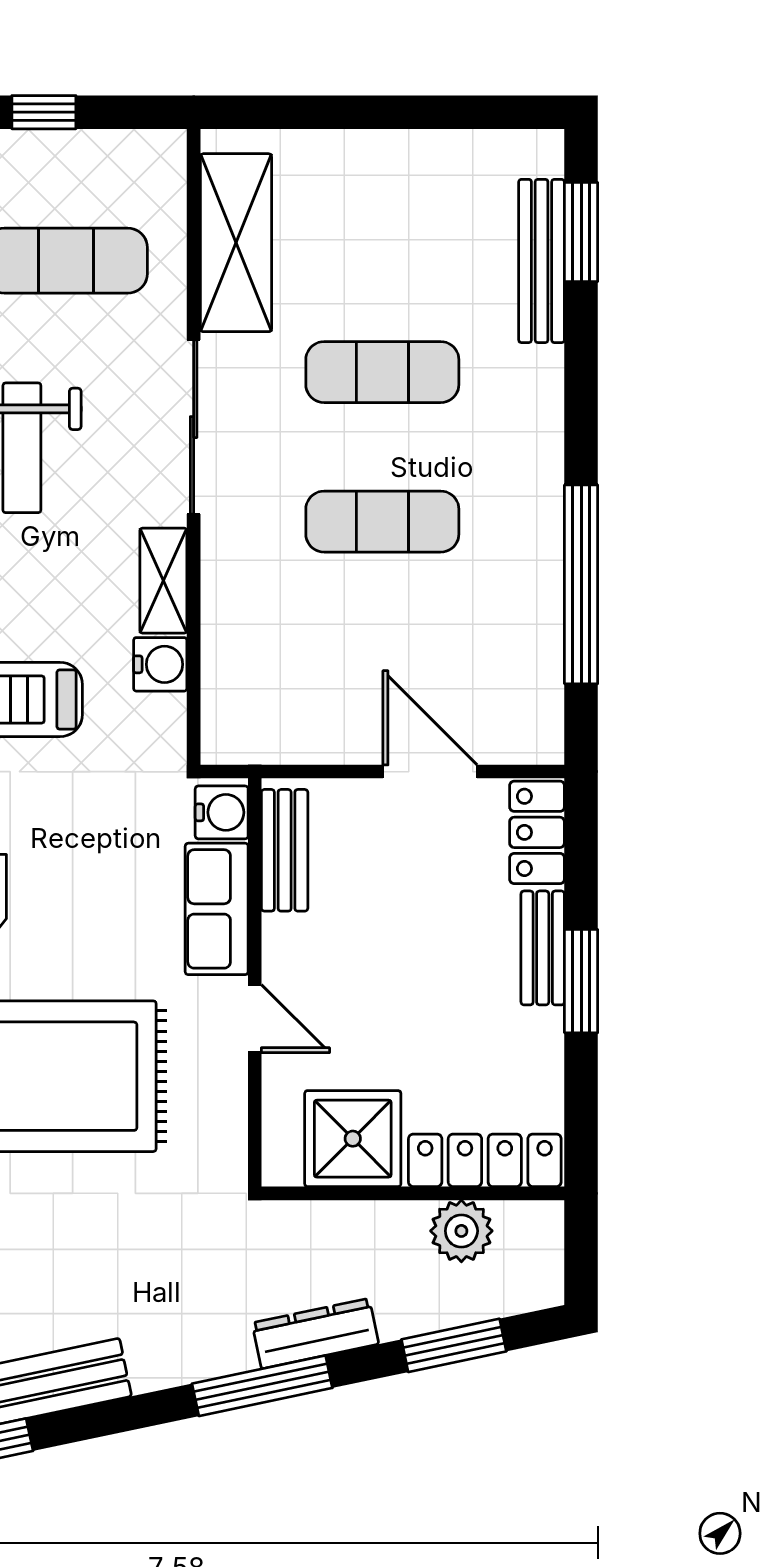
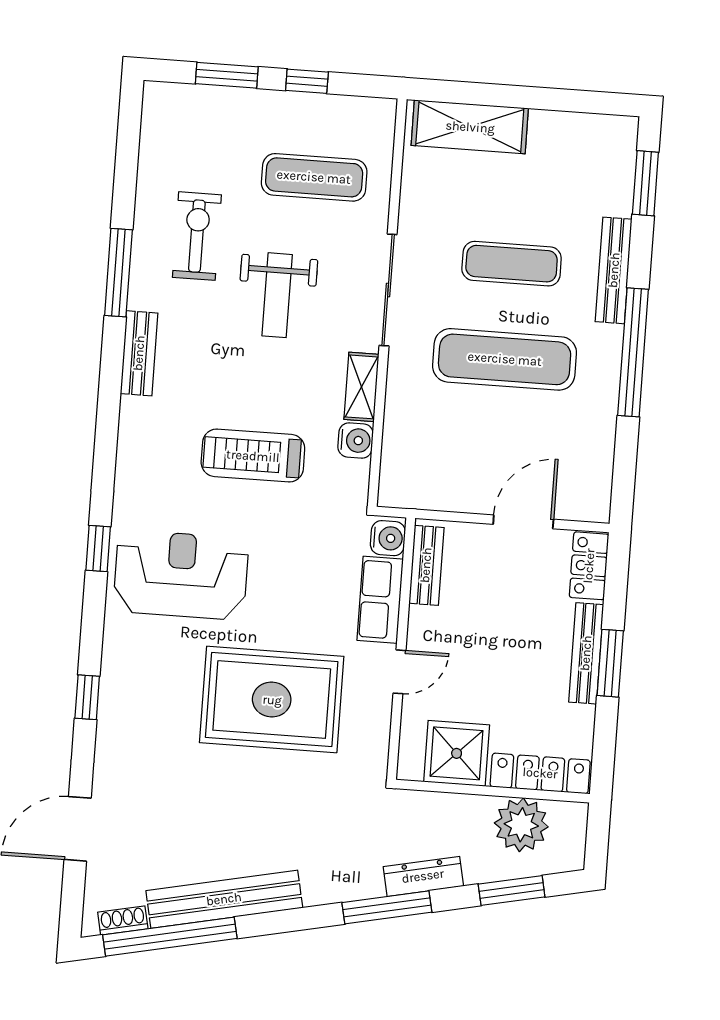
shelving: (236, 243) -> (470, 127), moved, turned 90
bench: (542, 261) -> (614, 270), moved
exercise mat: (382, 522) -> (505, 359), width x1.36, depth x1.45
window: (581, 584) -> (633, 352), moved
door: (430, 772) -> (523, 522), hinge flipped
bench: (543, 948) -> (586, 653), width x1.36
door: (255, 1019) -> (399, 672), hinge flipped
plant: (461, 1231) -> (521, 825), width x1.36, depth x1.36

